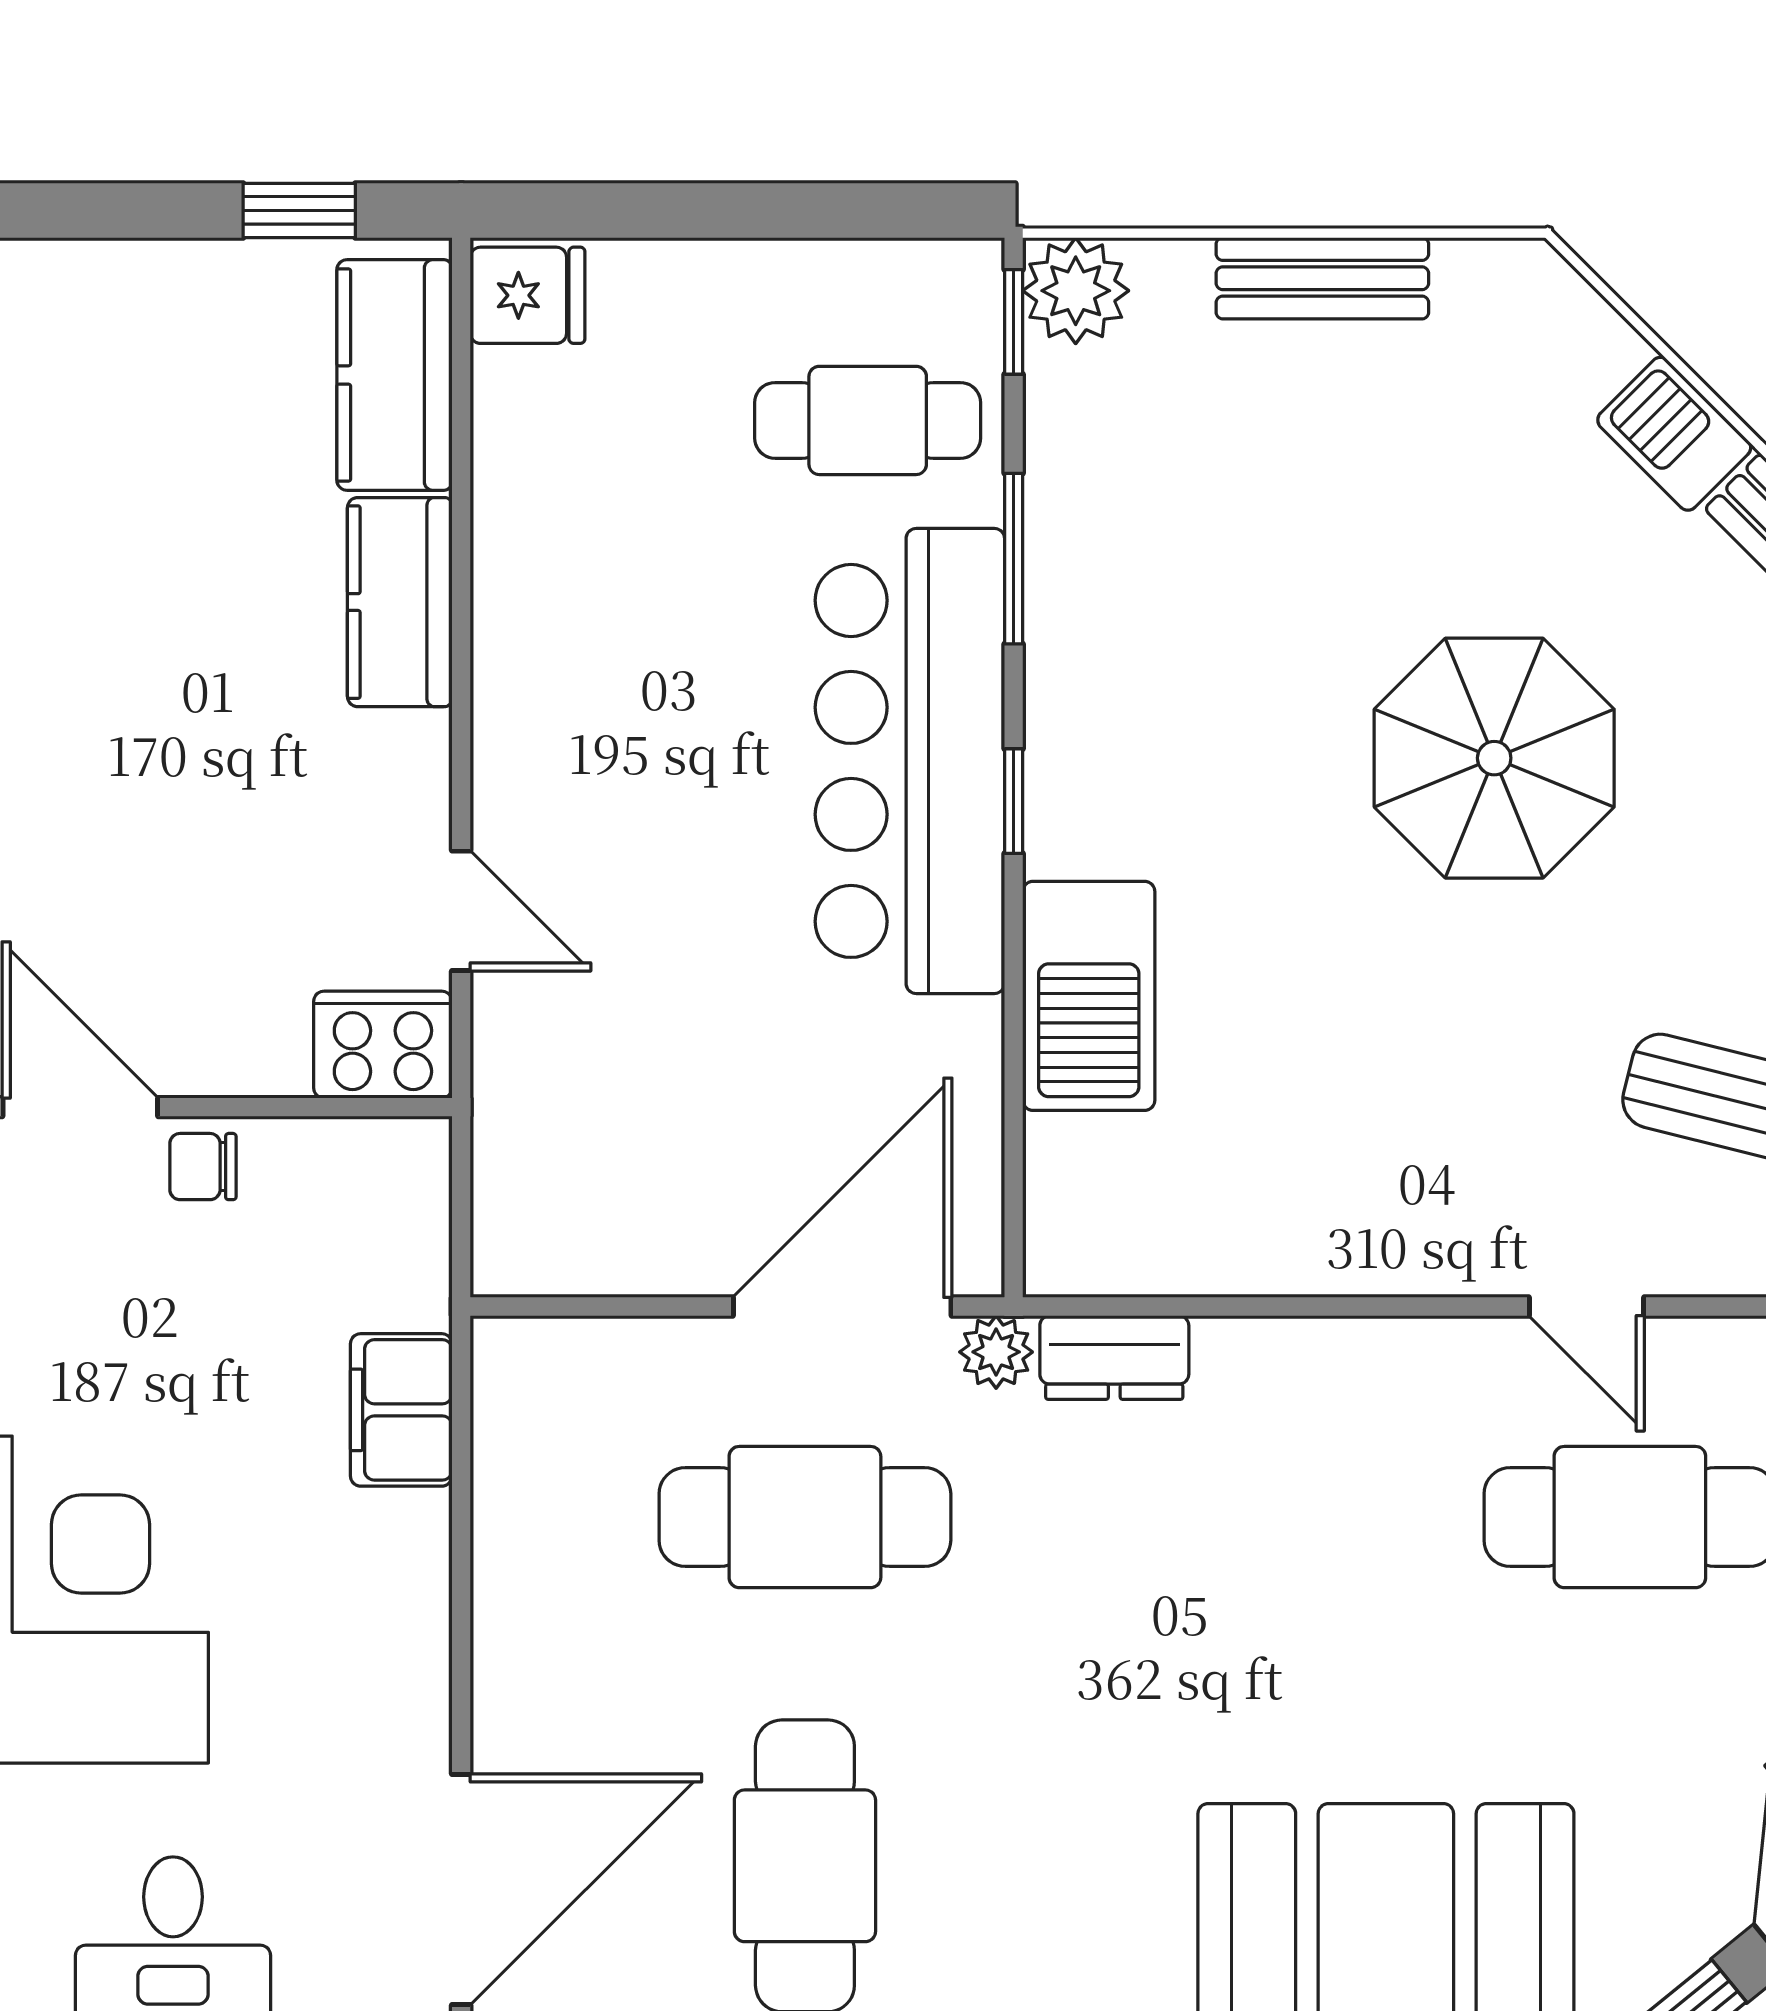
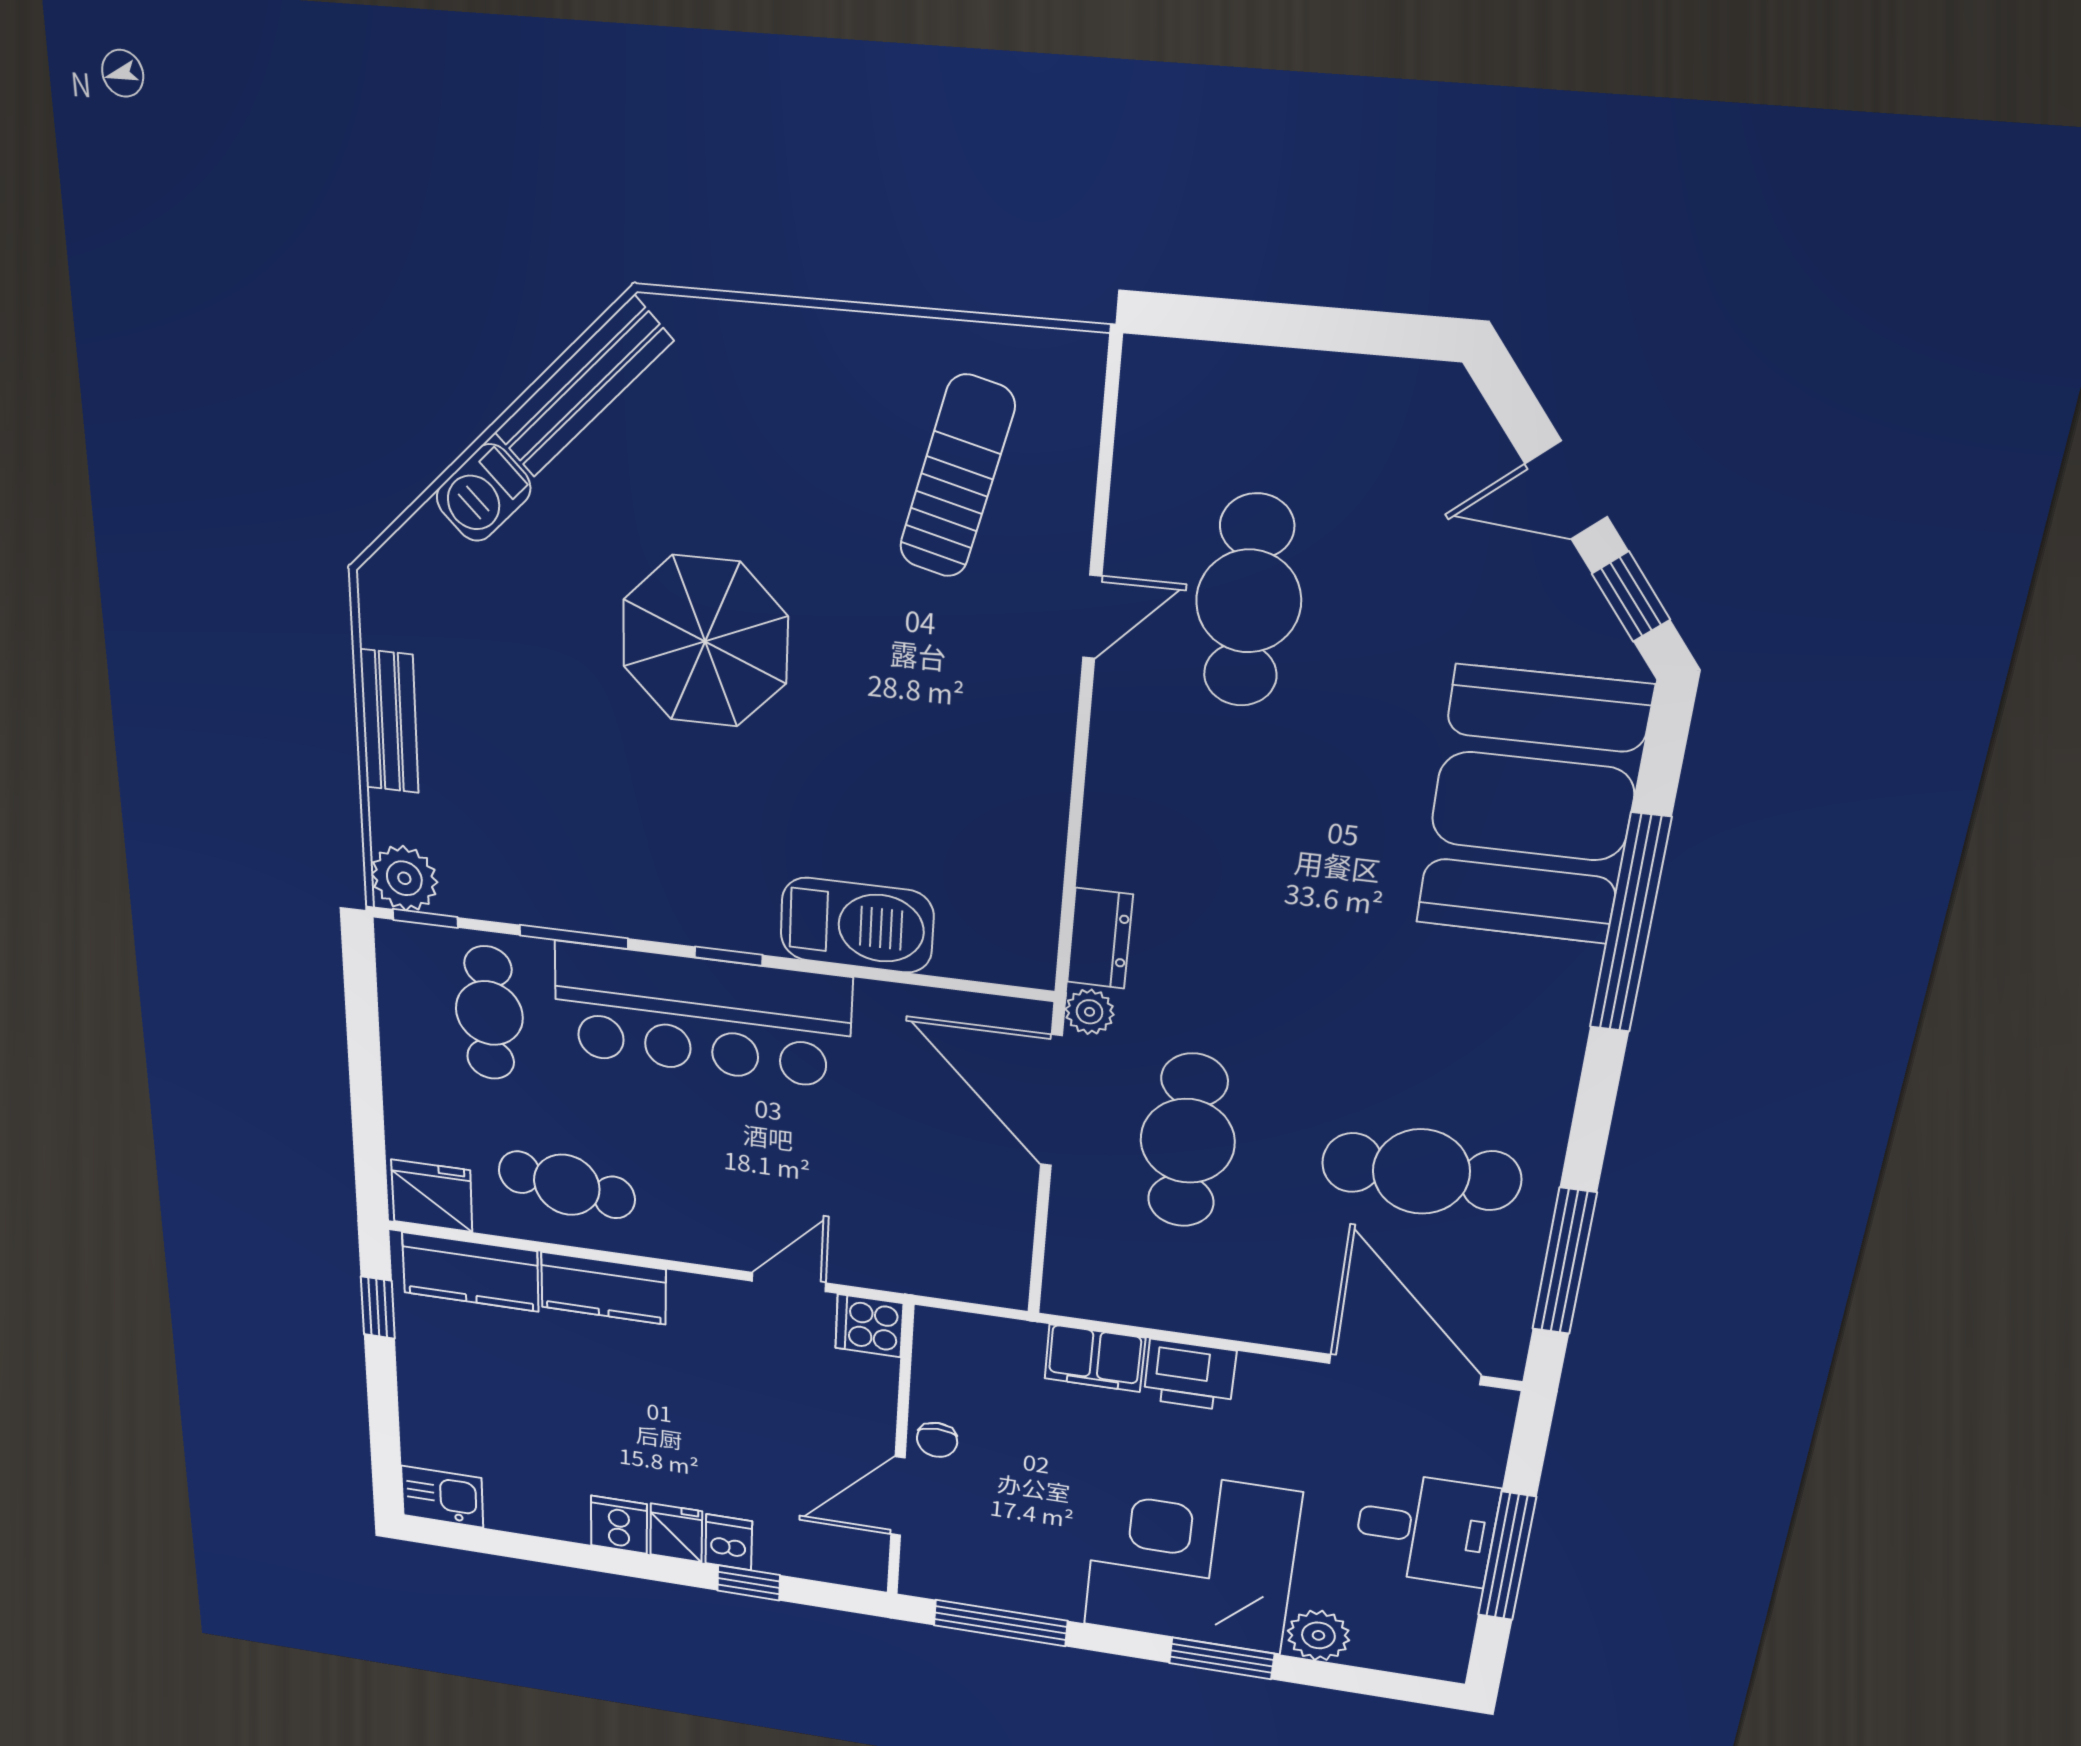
fridge: (528, 295) -> (432, 1196), width x1.38
cafe table: (582, 542) -> (567, 1185), added
cooker: (383, 1045) -> (869, 1326), width x0.73
printer: (396, 1562) -> (1190, 1375), added

